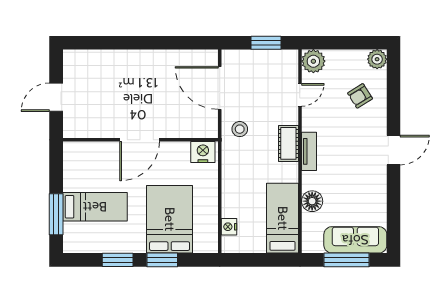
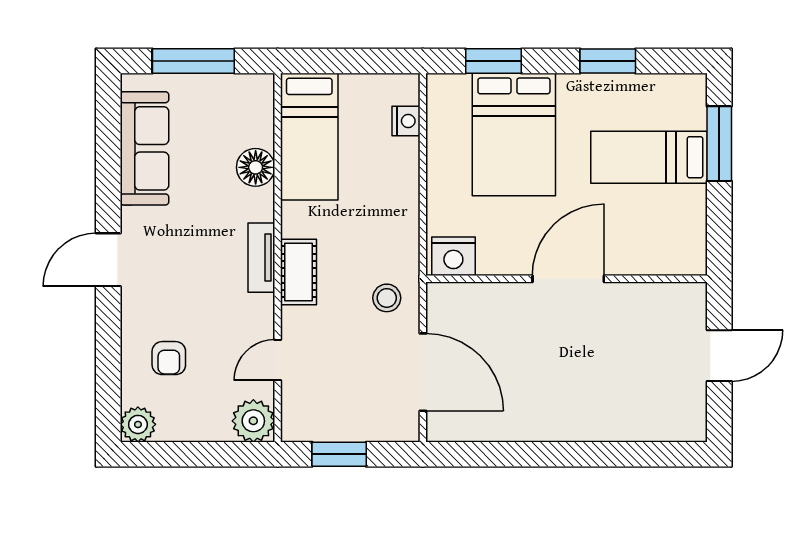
armchair: (360, 96) -> (169, 358), turned 122
sofa: (355, 240) -> (144, 148), moved, turned -90
window: (162, 260) -> (493, 61), moved

